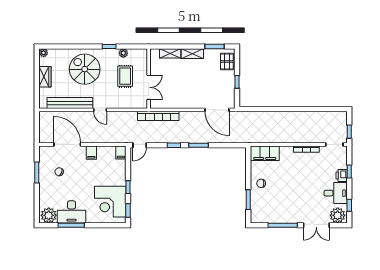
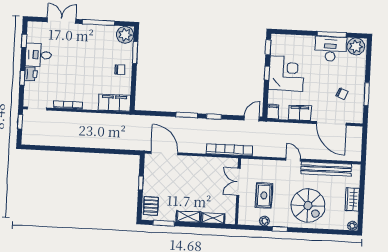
filing cabinet: (91, 153) -> (300, 113), width x2.00
corner desk: (110, 202) -> (286, 74), moved
plant: (338, 215) -> (125, 35), moved

